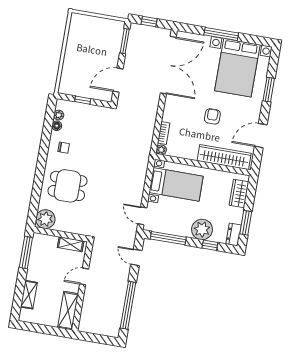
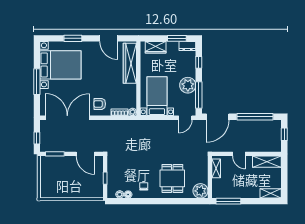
armchair: (212, 116) -> (100, 104), moved
plant: (202, 229) -> (188, 85), moved
door: (136, 257) -> (218, 117), width x1.87
shelving: (29, 295) -> (271, 193), moved
window: (99, 339) -> (284, 134), added

